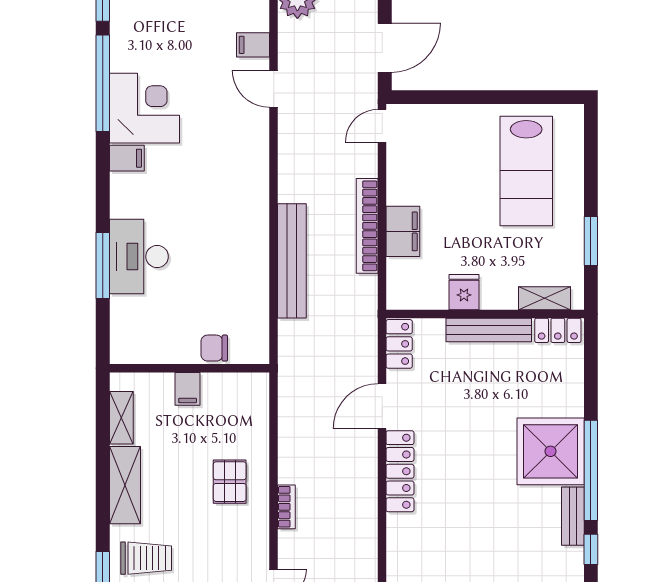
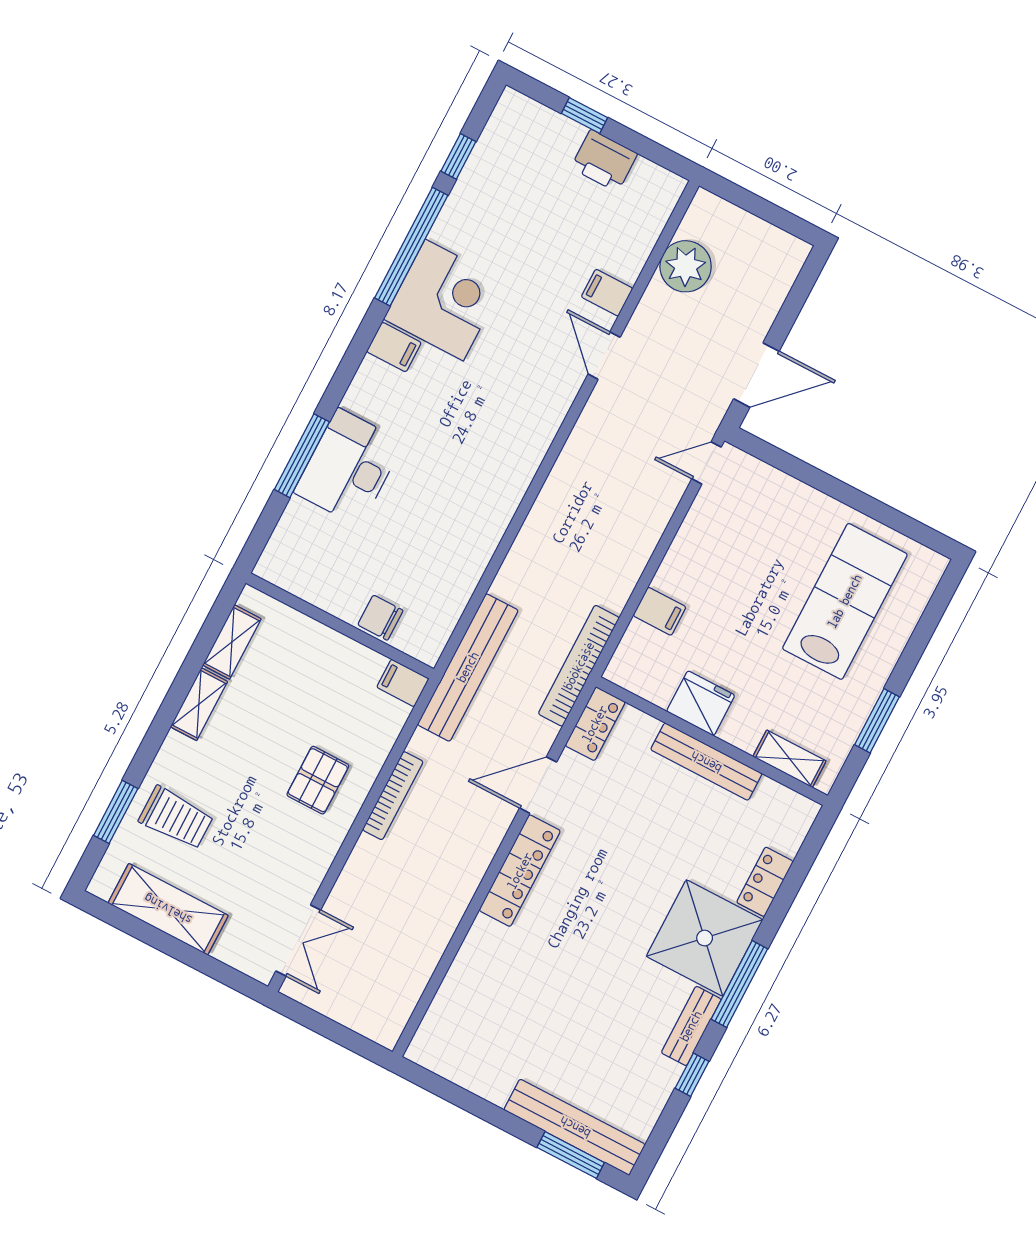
lab bench: (526, 171) -> (845, 601), turned 180
bookcase: (367, 226) -> (579, 666), moved
filing cabinet: (403, 231) -> (660, 611), width x0.50
bench: (292, 261) -> (468, 667), moved
fridge: (464, 292) -> (701, 703), width x1.38
locker: (558, 330) -> (765, 882), moved, turned 90
filing cabinet: (188, 389) -> (403, 683), moved, turned 90
window: (591, 470) -> (739, 984), width x0.68
shelving: (125, 485) -> (199, 704), width x0.67, depth x0.75
bookcase: (286, 507) -> (393, 796), moved, width x1.56

